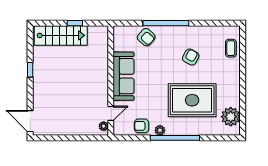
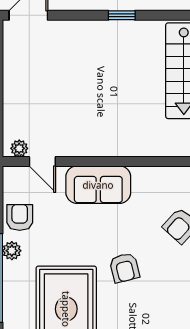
armchair: (191, 57) -> (124, 268), moved, turned 48
sofa: (124, 76) -> (98, 185), width x0.73

